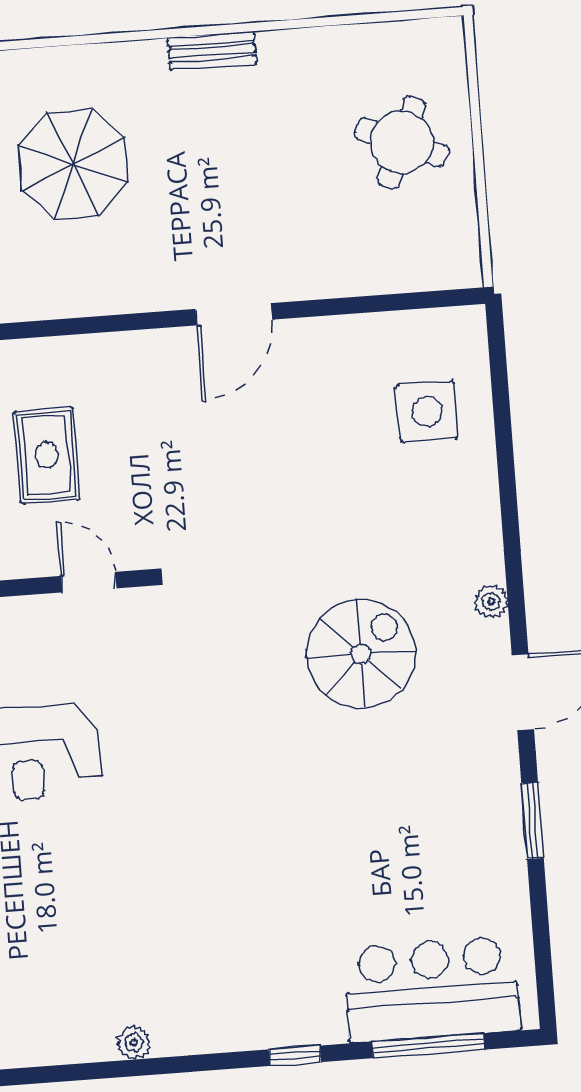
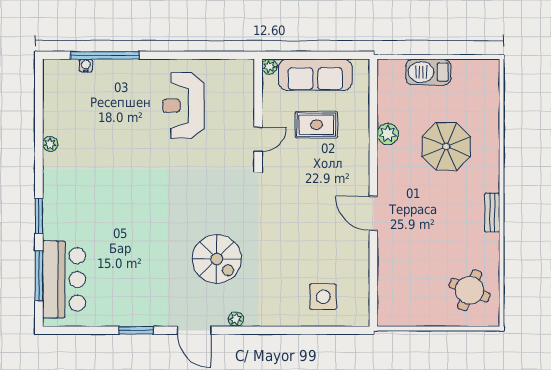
round table: (402, 142) -> (470, 290), moved
plant: (55, 296) -> (388, 134), added
window: (295, 1056) -> (39, 216), width x1.50

